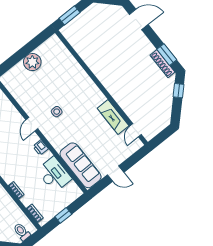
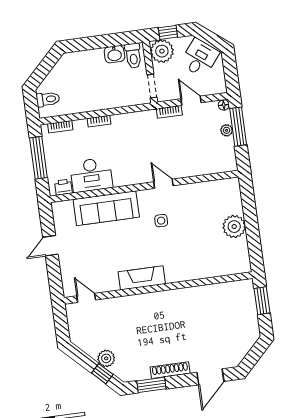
shoe rack: (162, 64) -> (170, 370), moved
plant: (167, 94) -> (106, 358), added
fireplace: (113, 117) -> (142, 278), moved
printer: (41, 148) -> (63, 187), moved
sofa: (80, 165) -> (106, 208), moved
window: (63, 215) -> (38, 158), width x2.17

